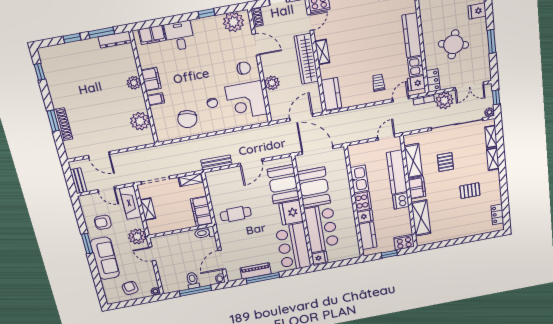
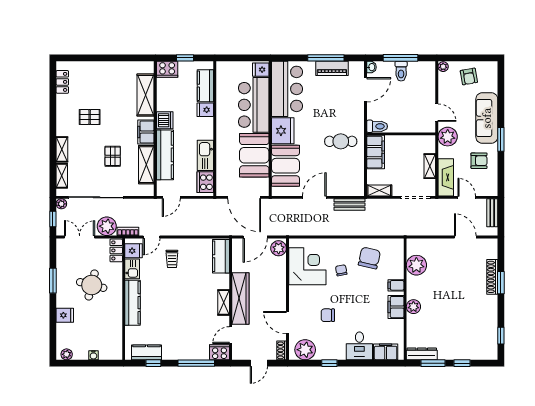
chair: (244, 68) -> (328, 315), moved
plant: (272, 83) -> (279, 248), moved
cooker: (363, 201) -> (205, 182), moved

